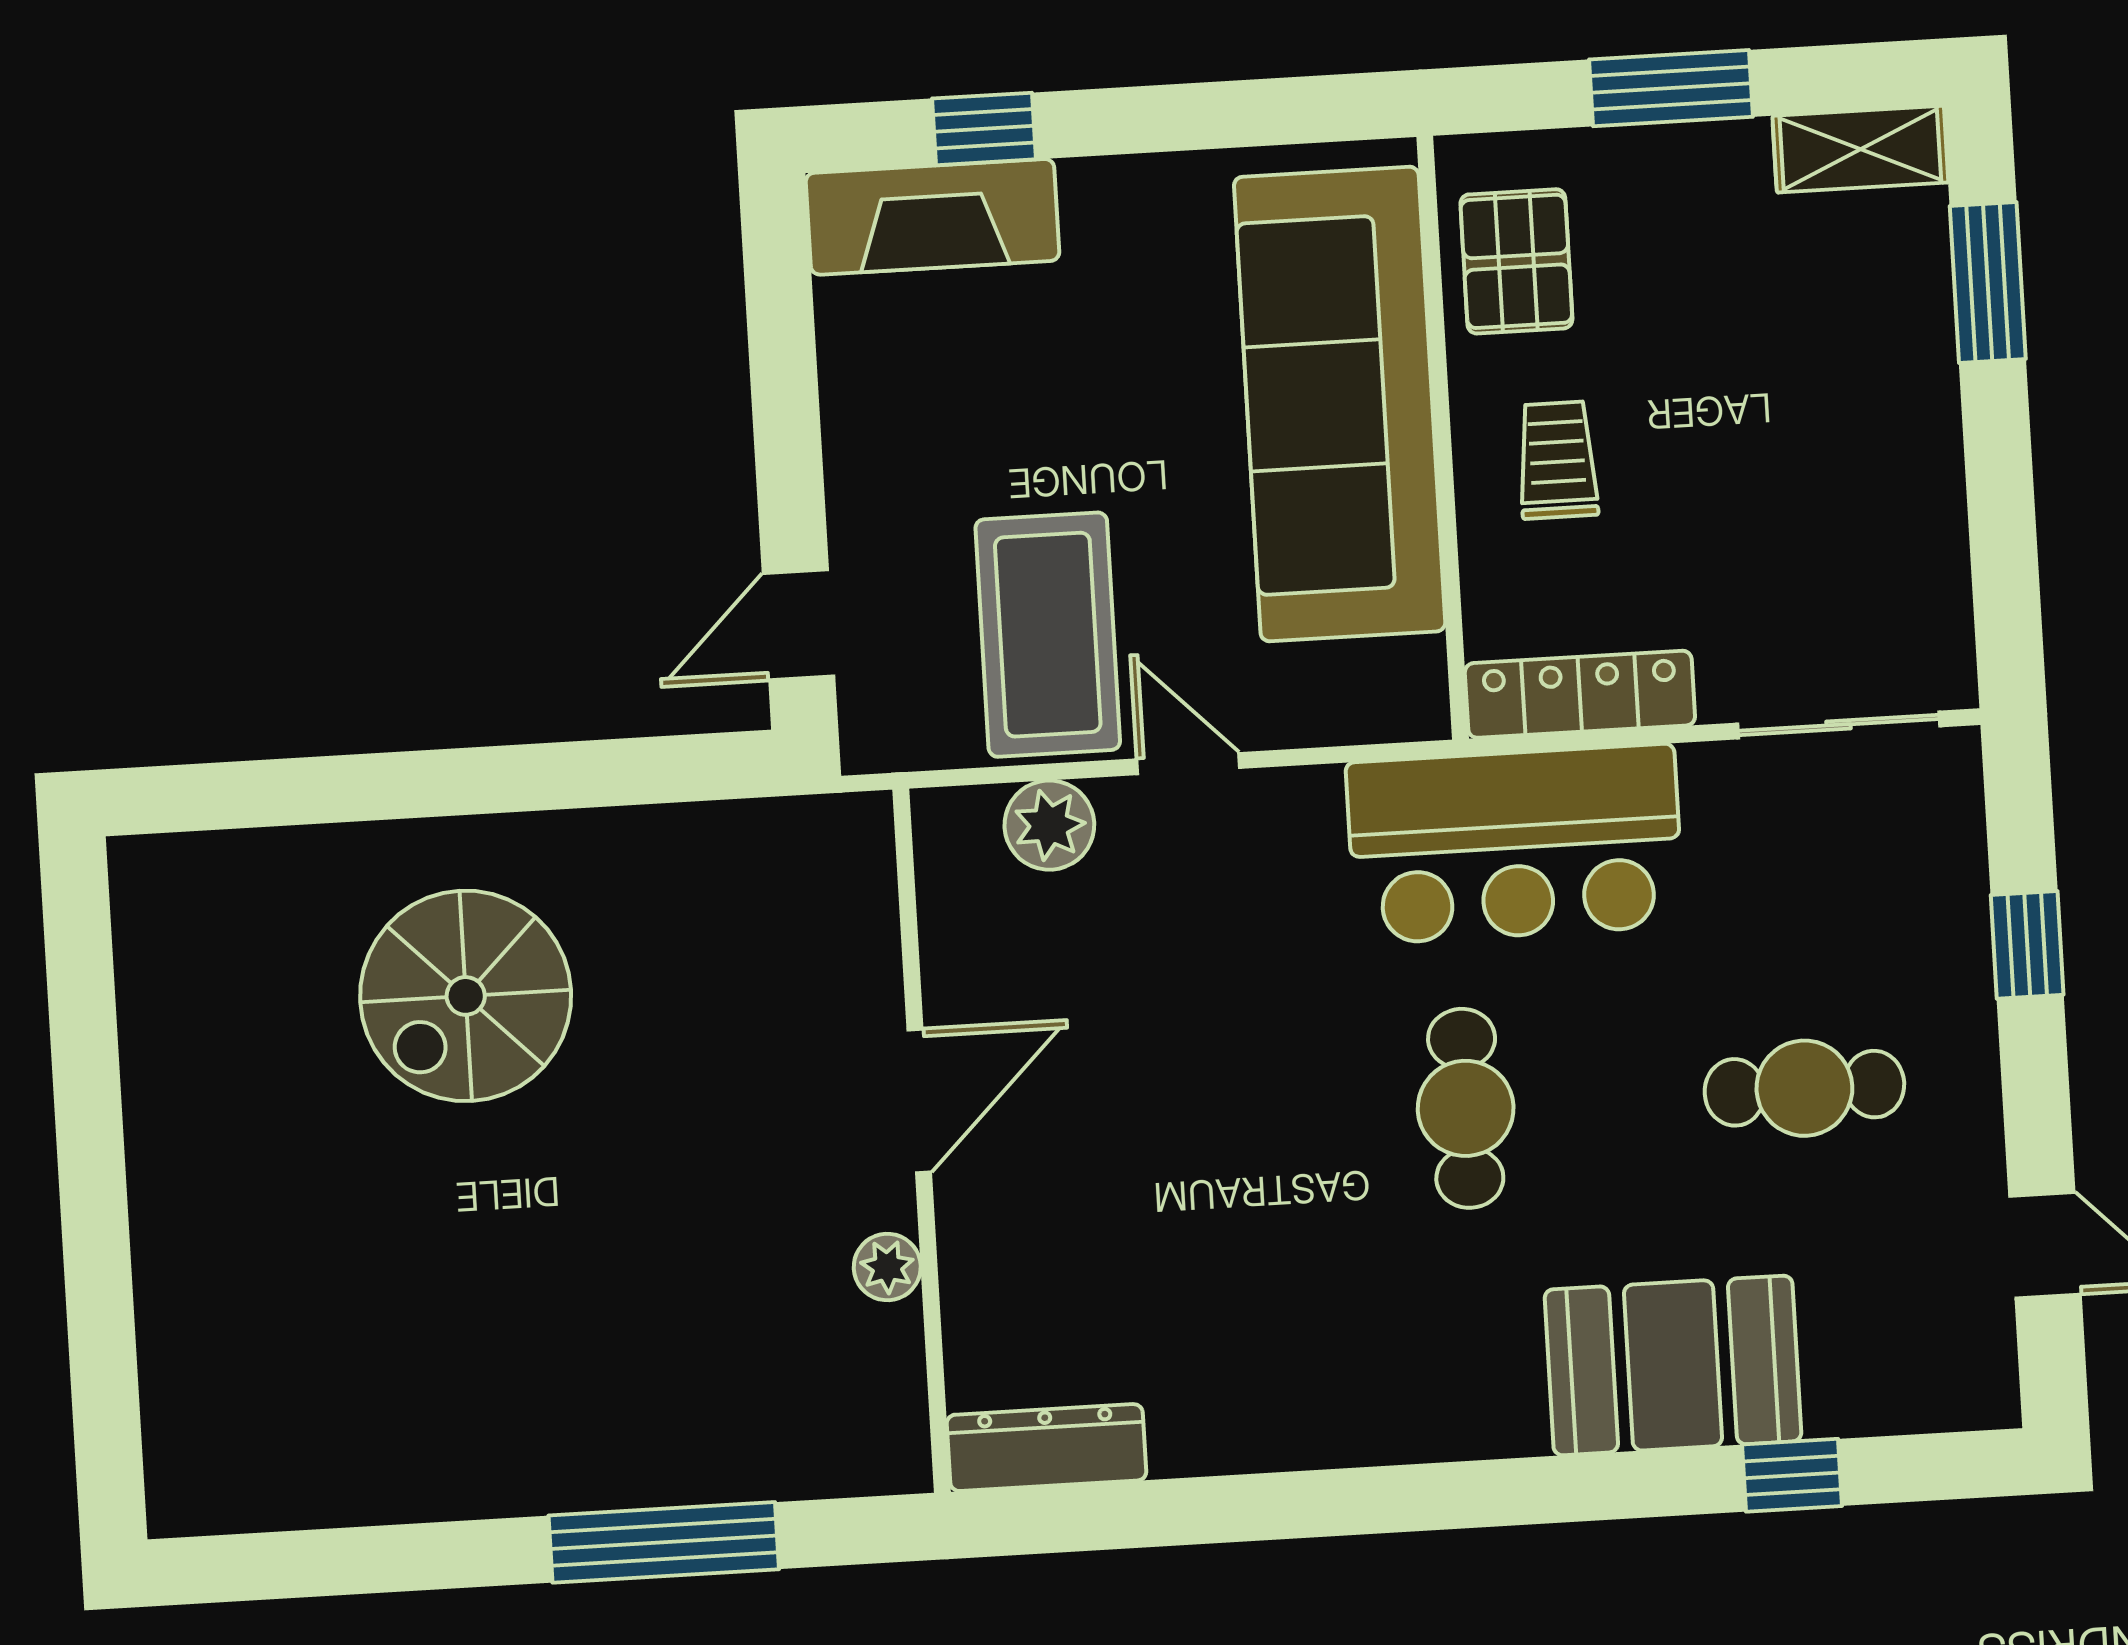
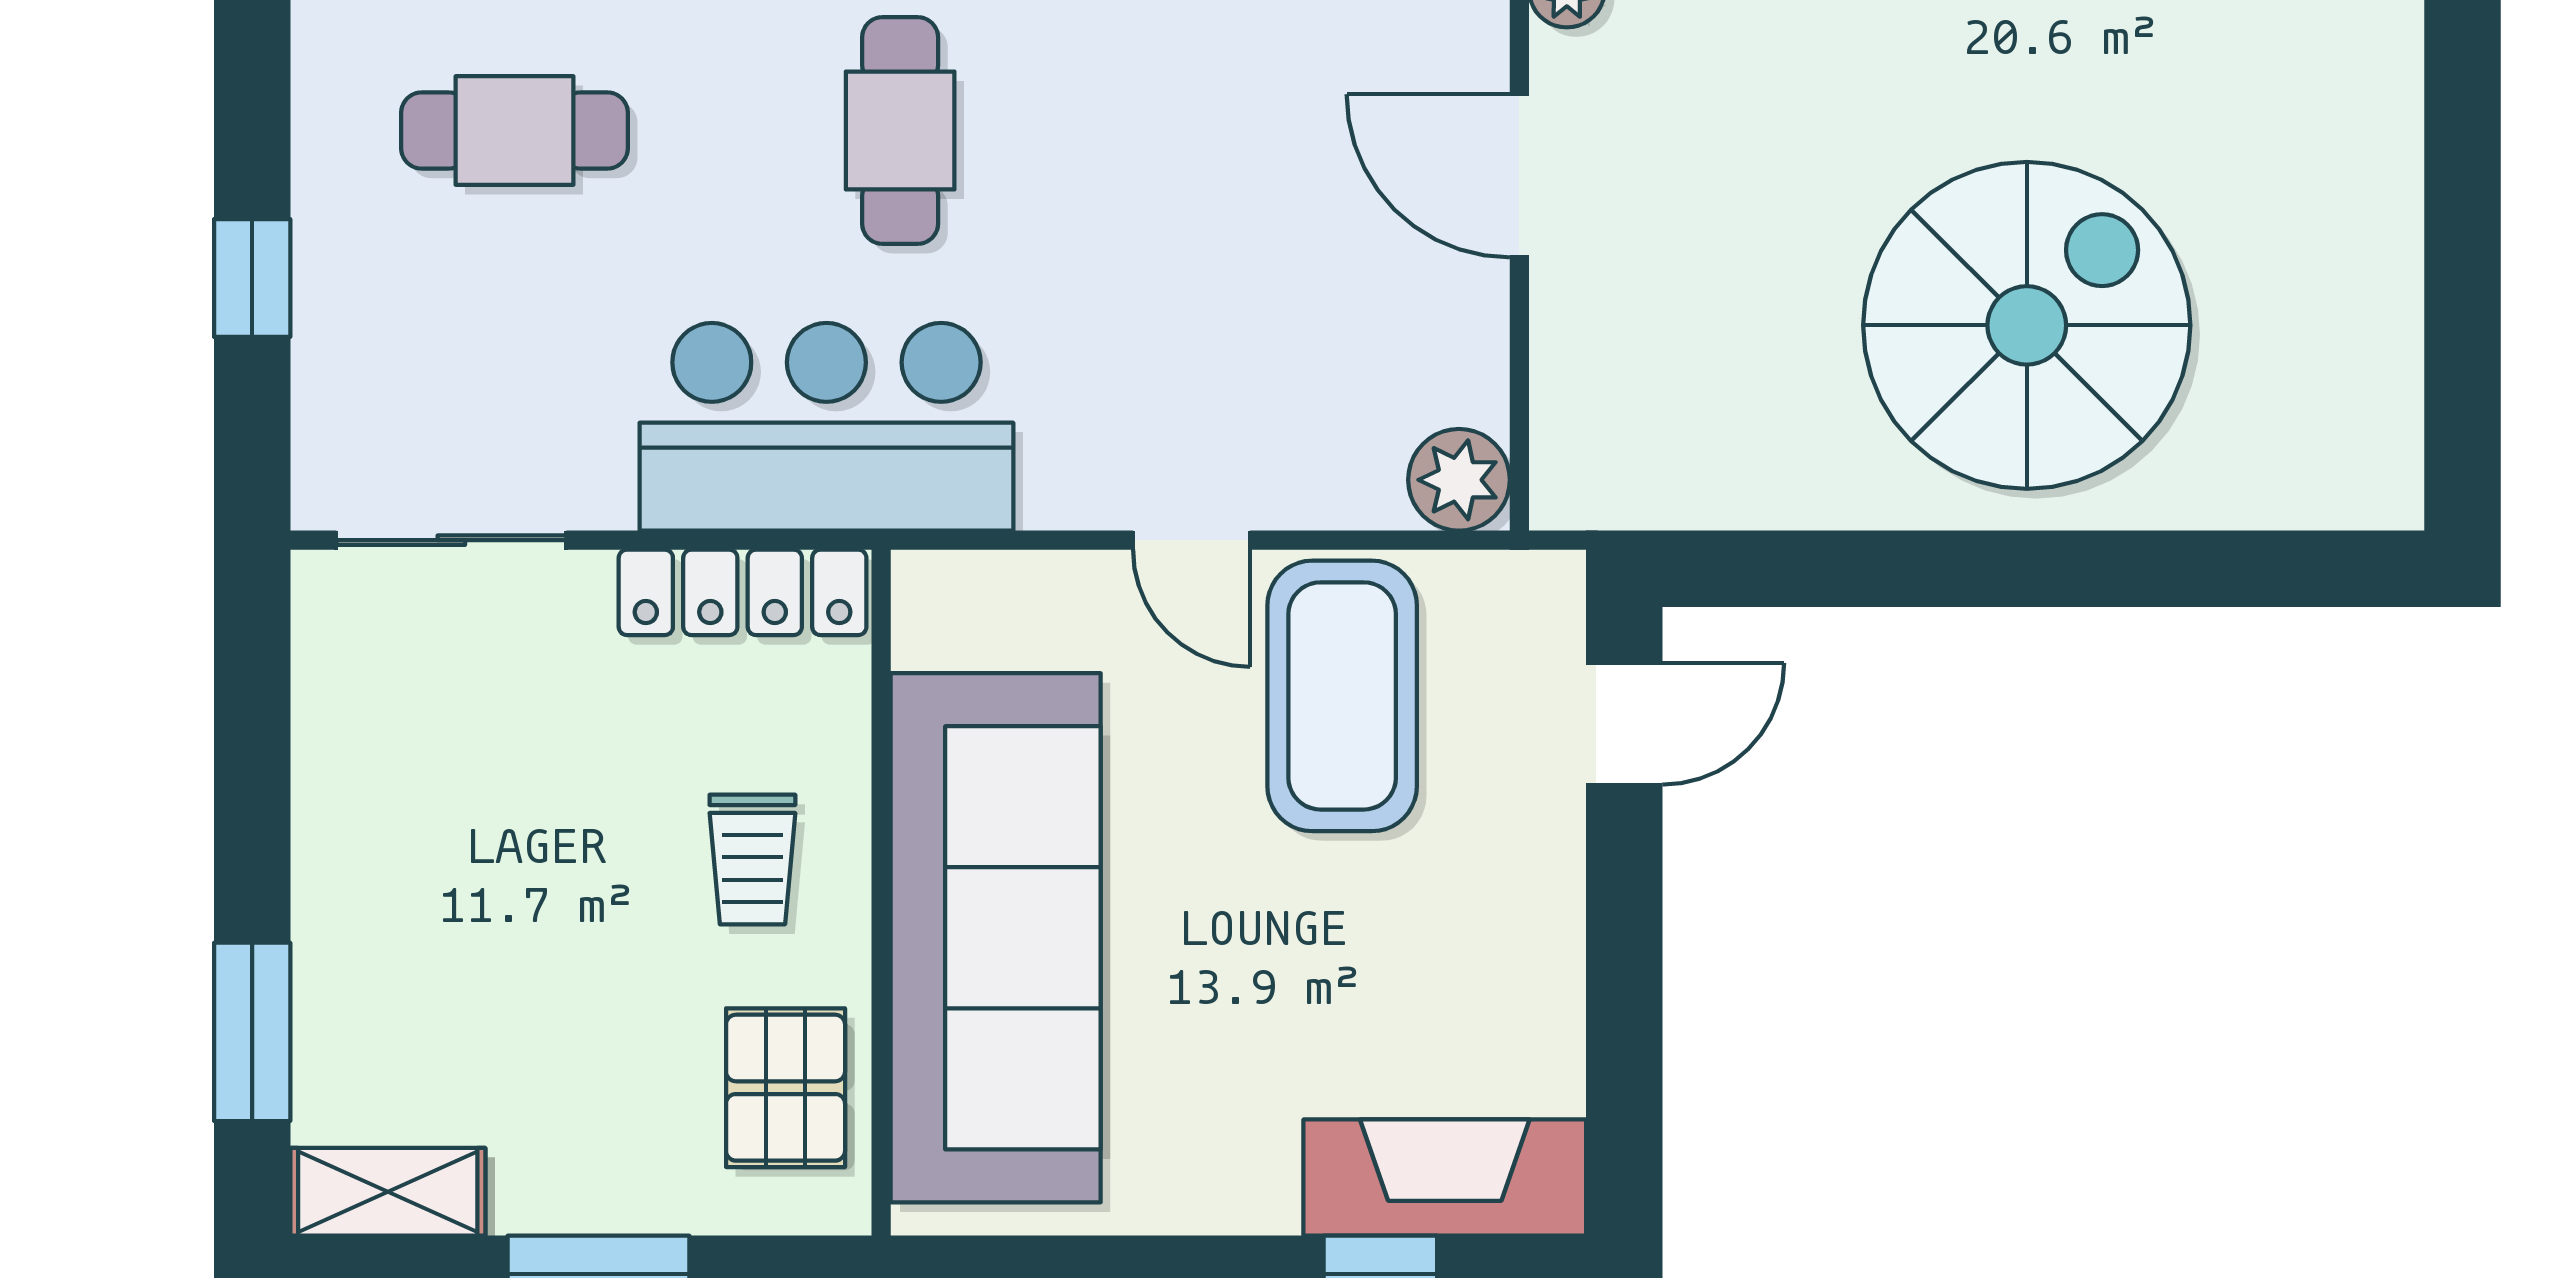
plant: (1049, 825) -> (1459, 480), moved
spiral stairs: (466, 996) -> (2027, 325), width x1.37, depth x1.37
door: (919, 1101) -> (1519, 176), hinge flipped

